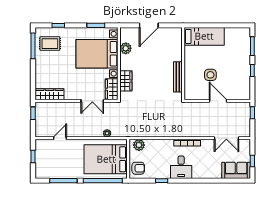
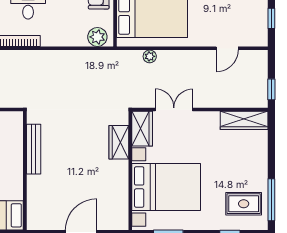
plant: (126, 48) -> (119, 196), removed

